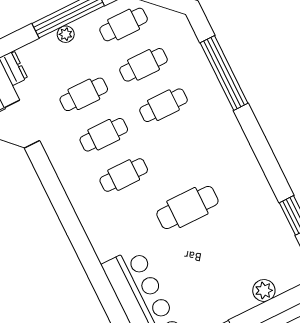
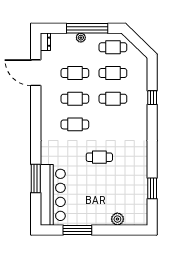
window: (224, 73) -> (152, 98), width x0.32
cafe table: (187, 207) -> (99, 157), width x0.73, depth x0.74
window: (104, 290) -> (36, 178), added

